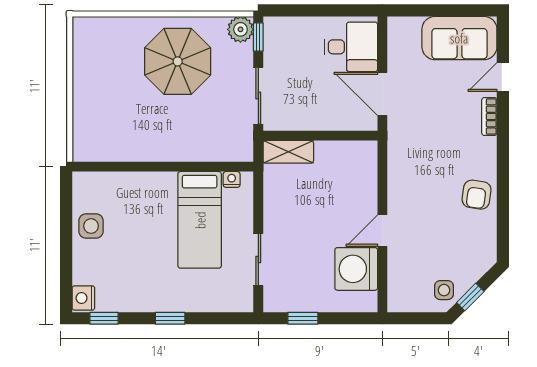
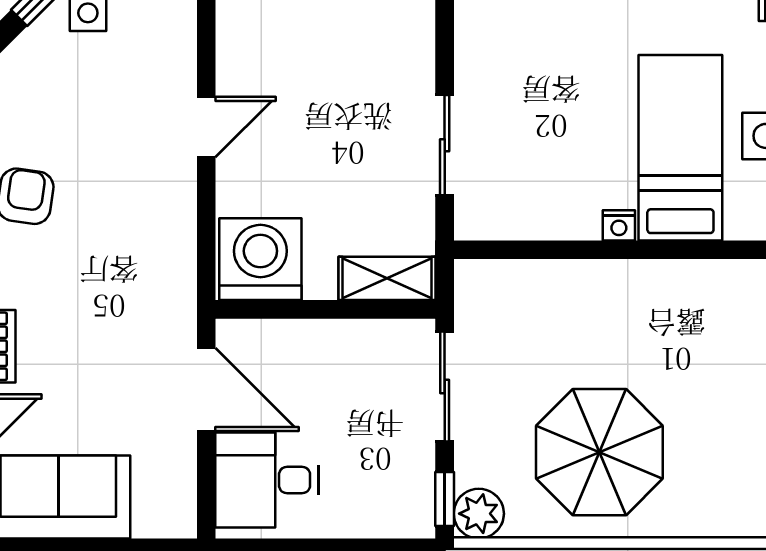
nightstand: (232, 179) -> (619, 225), moved
bed: (200, 220) -> (680, 148), moved
sliding door: (258, 259) -> (445, 145), moved
washing machine: (356, 269) -> (260, 259), moved, turned -90

